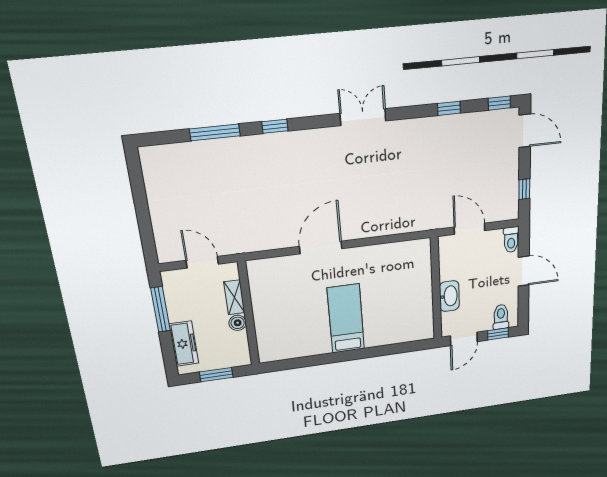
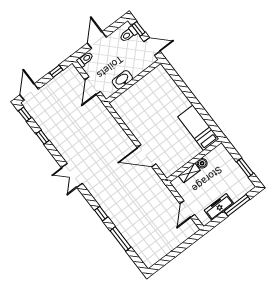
washbasin: (449, 296) -> (122, 80), moved
shelving: (234, 297) -> (189, 173), moved
window: (160, 309) -> (237, 205), moved
wall: (249, 314) -> (194, 161), moved
bed: (346, 319) -> (198, 128), moved, turned 90
boiler: (238, 323) -> (202, 163), moved
freezer: (184, 344) -> (219, 207), moved

